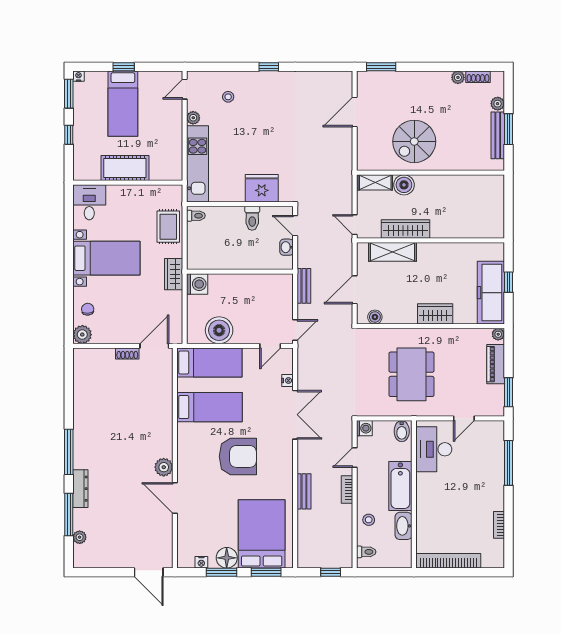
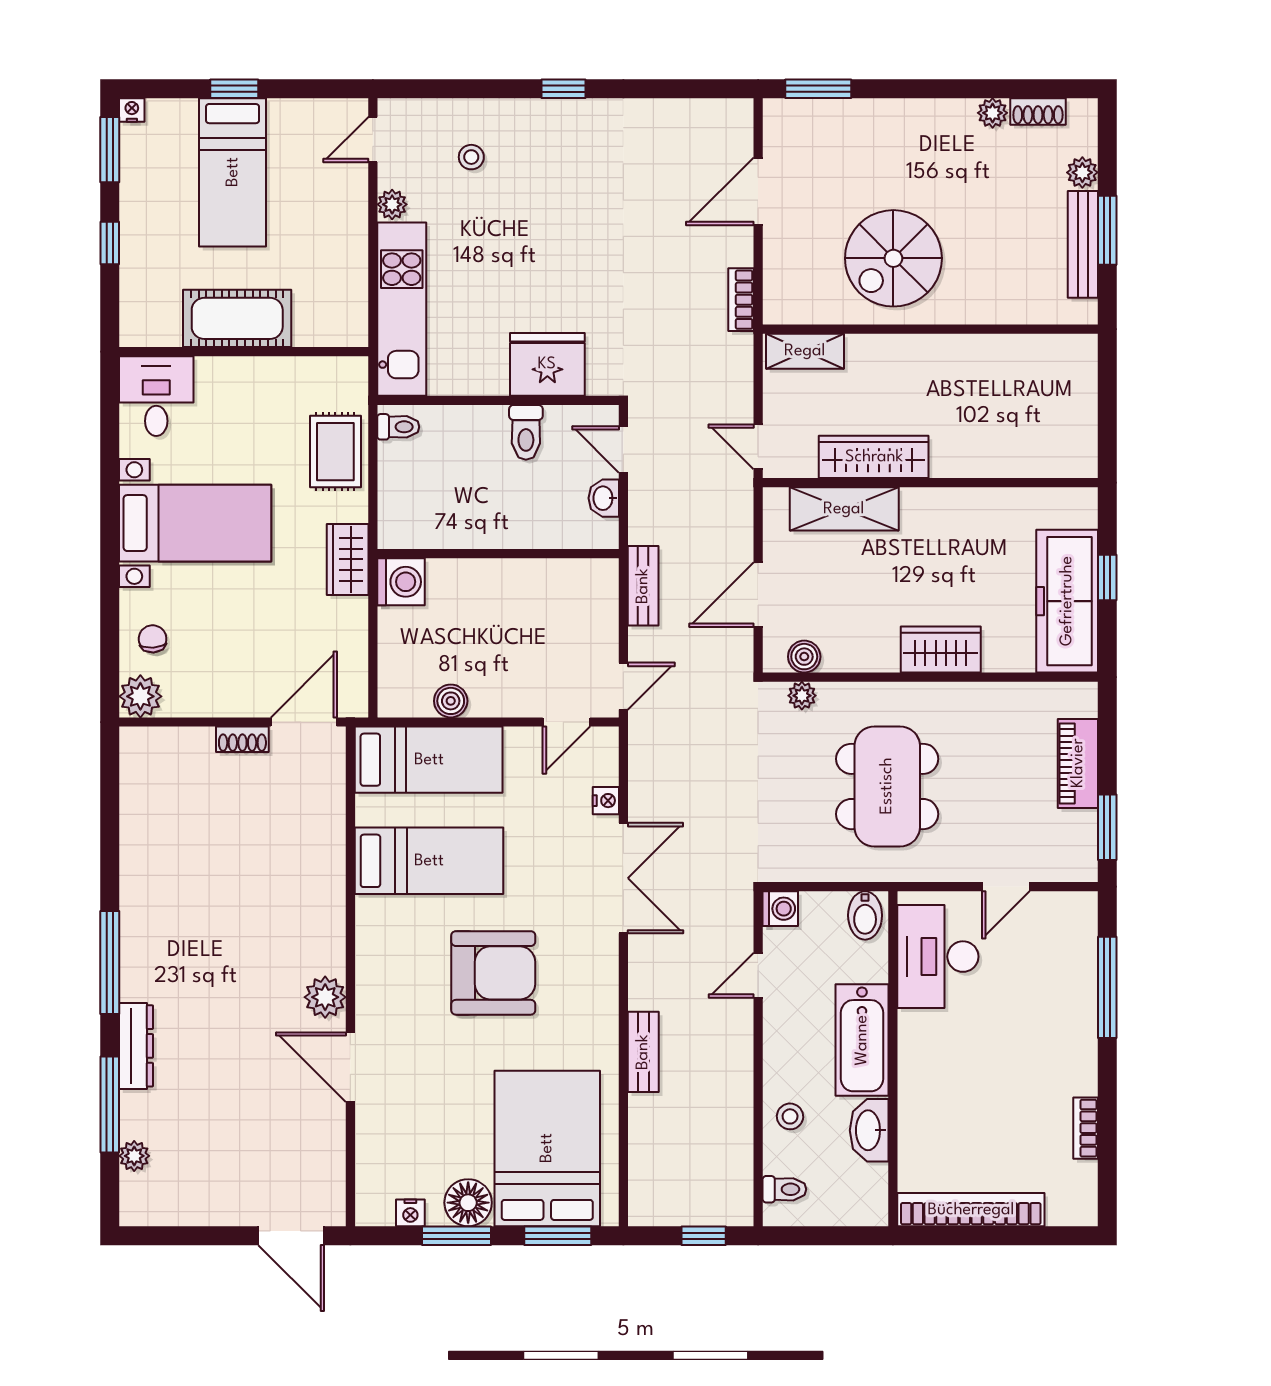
boiler: (404, 185) -> (870, 357), removed
boiler: (219, 330) -> (451, 701), width x0.54, depth x0.54
plant: (498, 334) -> (802, 696), moved
bookcase: (347, 489) -> (741, 300), moved

